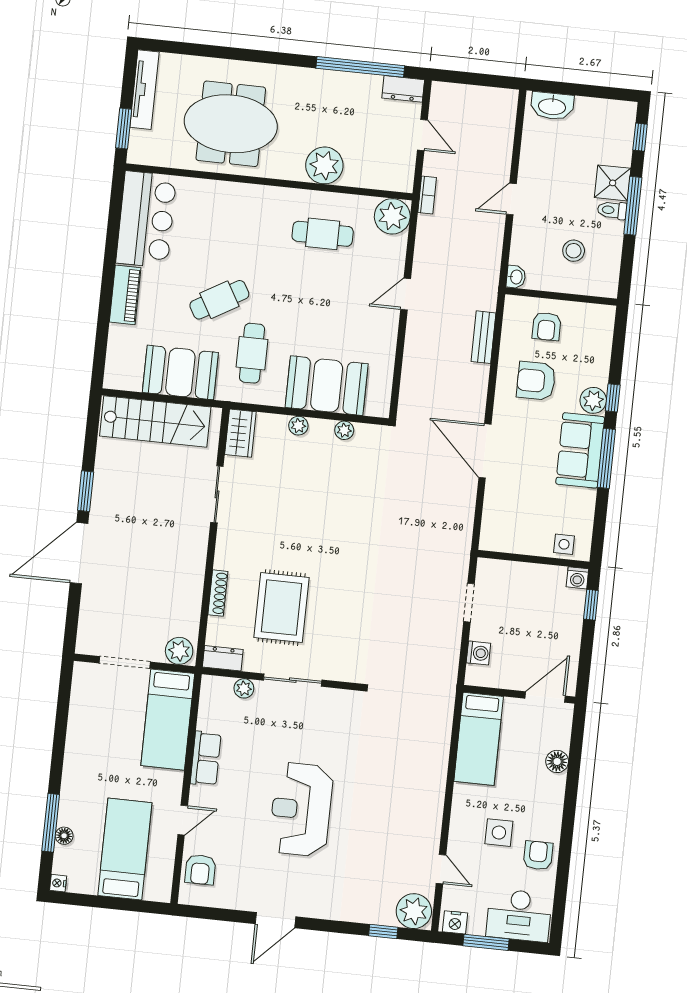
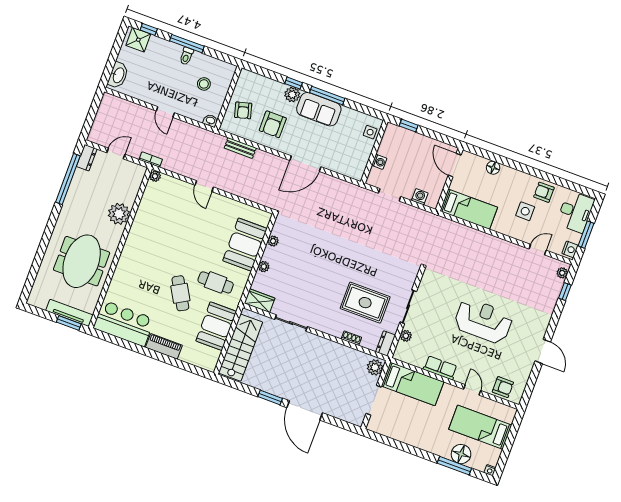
tv unit: (144, 90) -> (69, 313), moved
shower: (613, 183) -> (138, 40), moved
plant: (392, 216) -> (155, 176), width x0.53, depth x0.53
cafe table: (323, 234) -> (158, 225), removed
armchair: (547, 326) -> (243, 110), turned 75
washing machine: (577, 578) -> (379, 162), moved
shoe rack: (218, 593) -> (351, 338), width x0.70
reception desk: (301, 809) -> (483, 321), turned 180
floor lamp: (64, 836) -> (461, 454), width x1.89, depth x1.89
plant: (414, 911) -> (562, 273), width x0.53, depth x0.53

